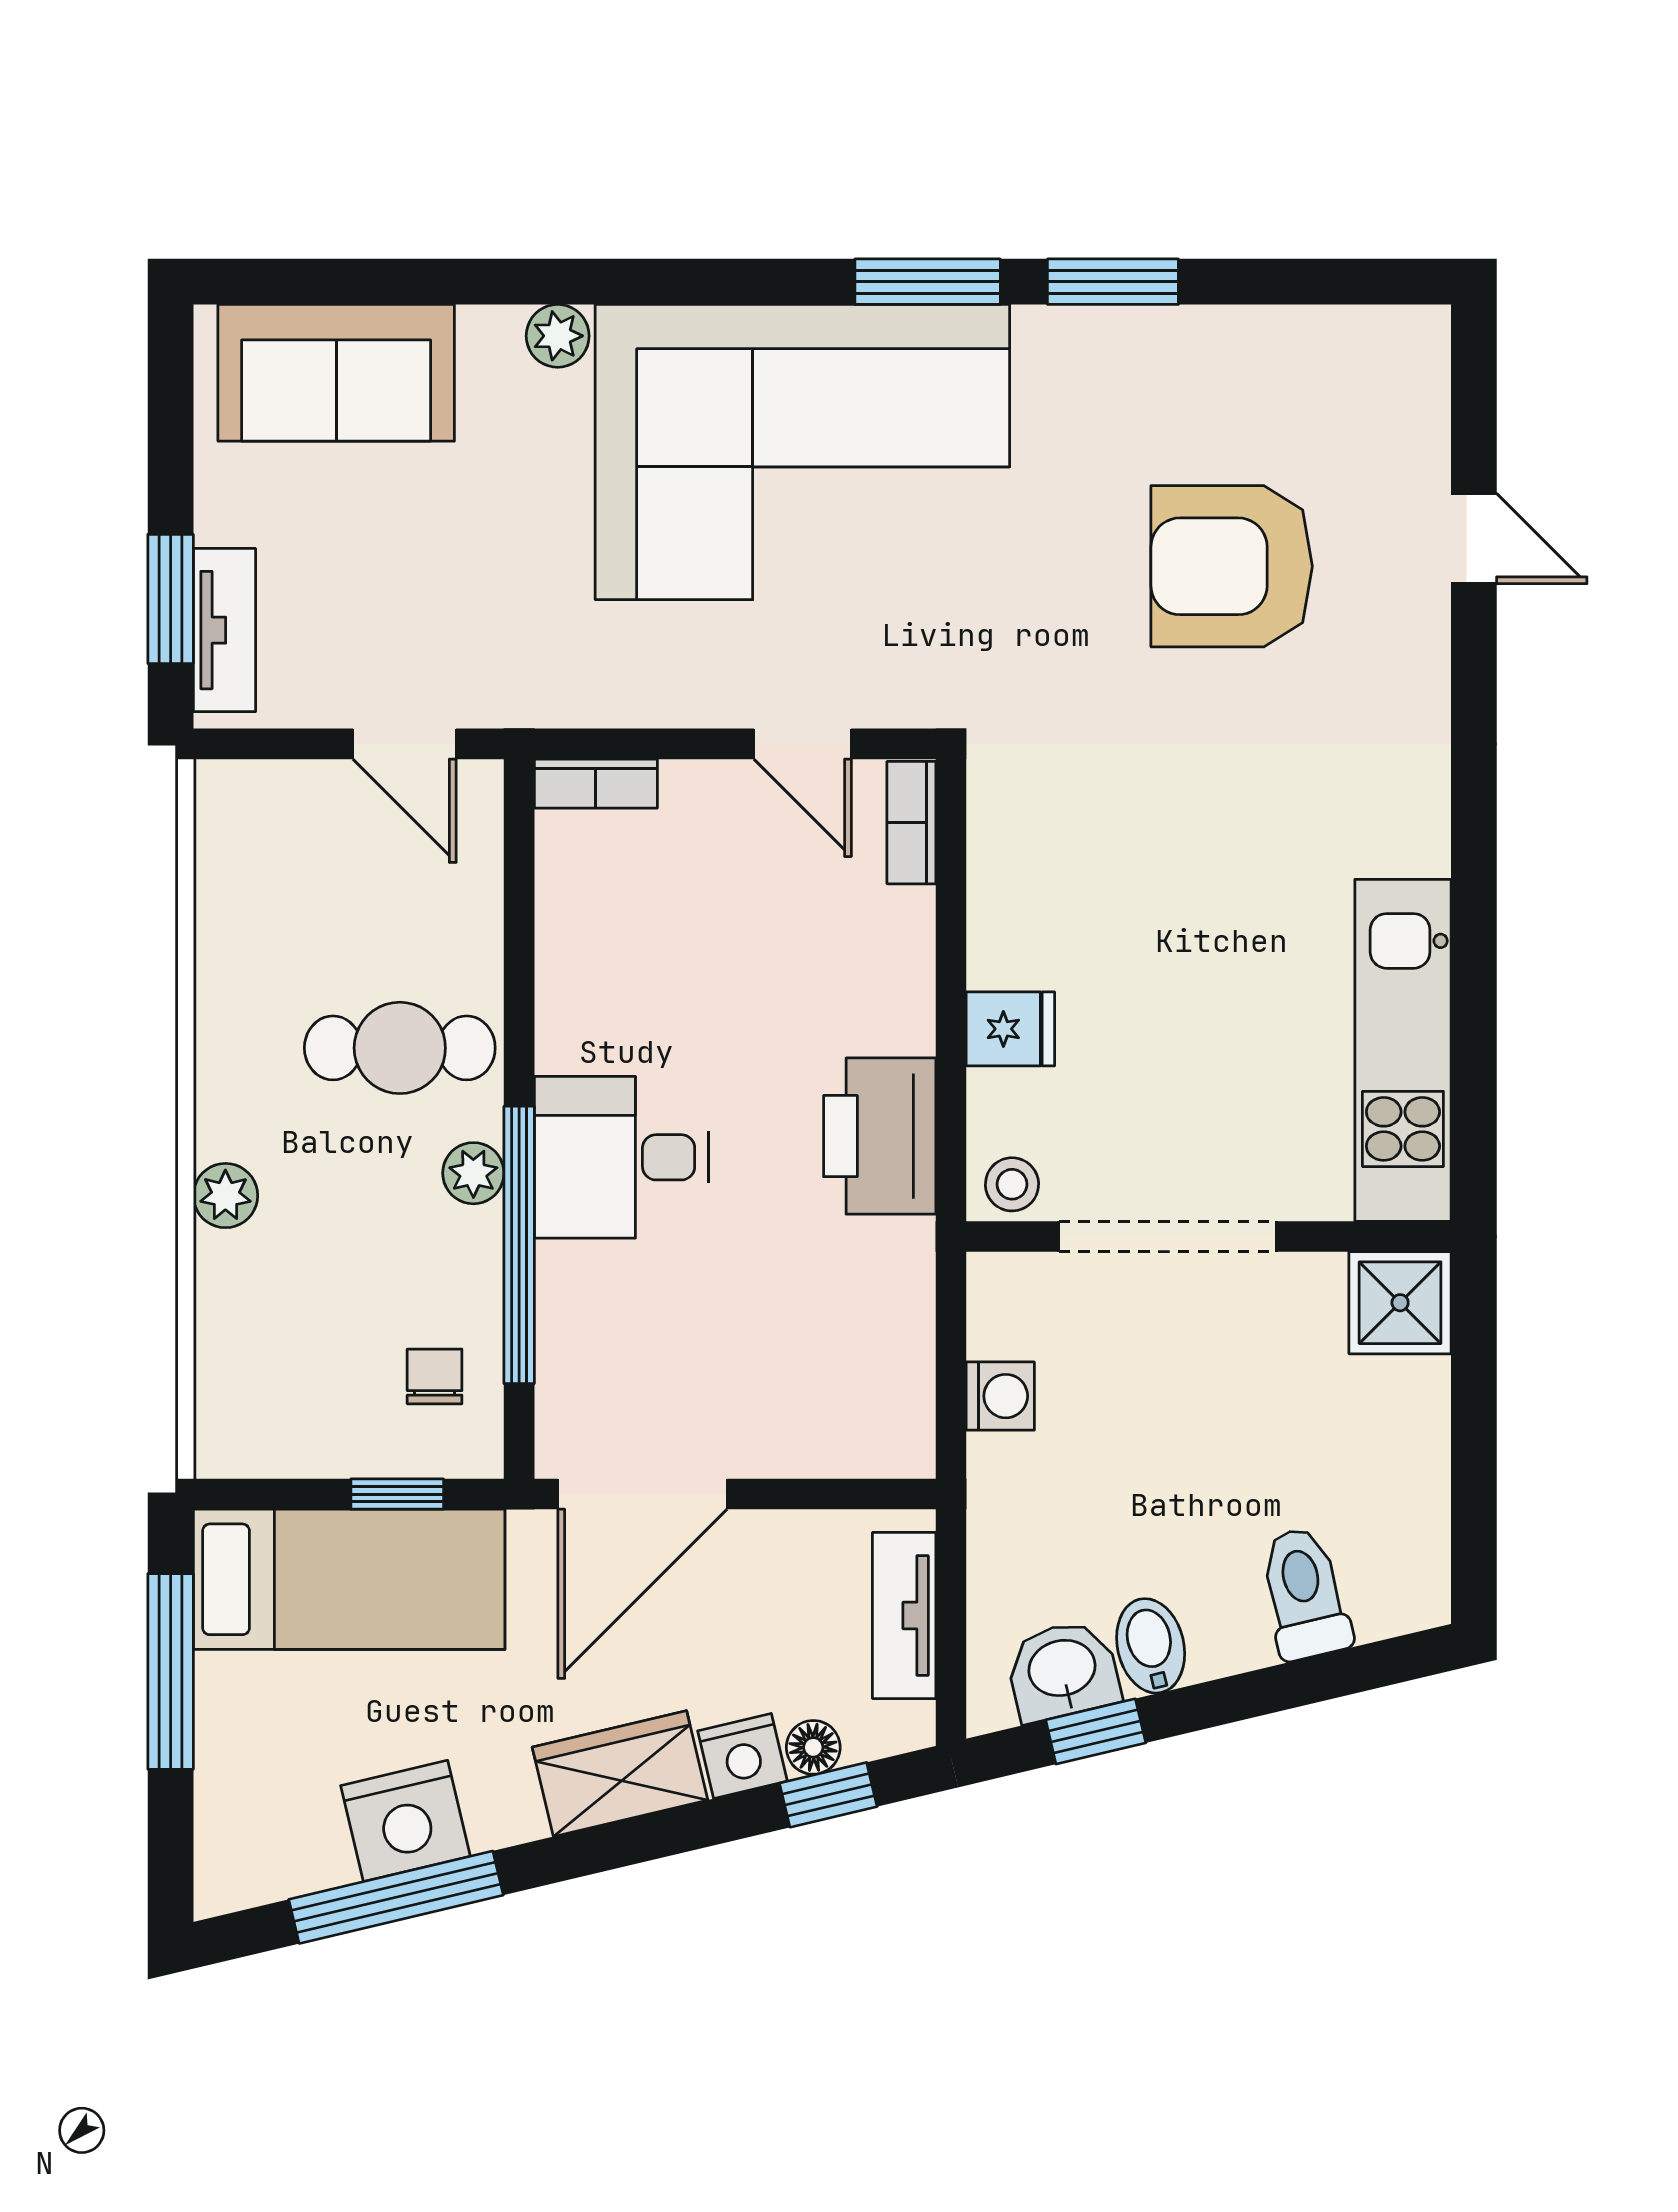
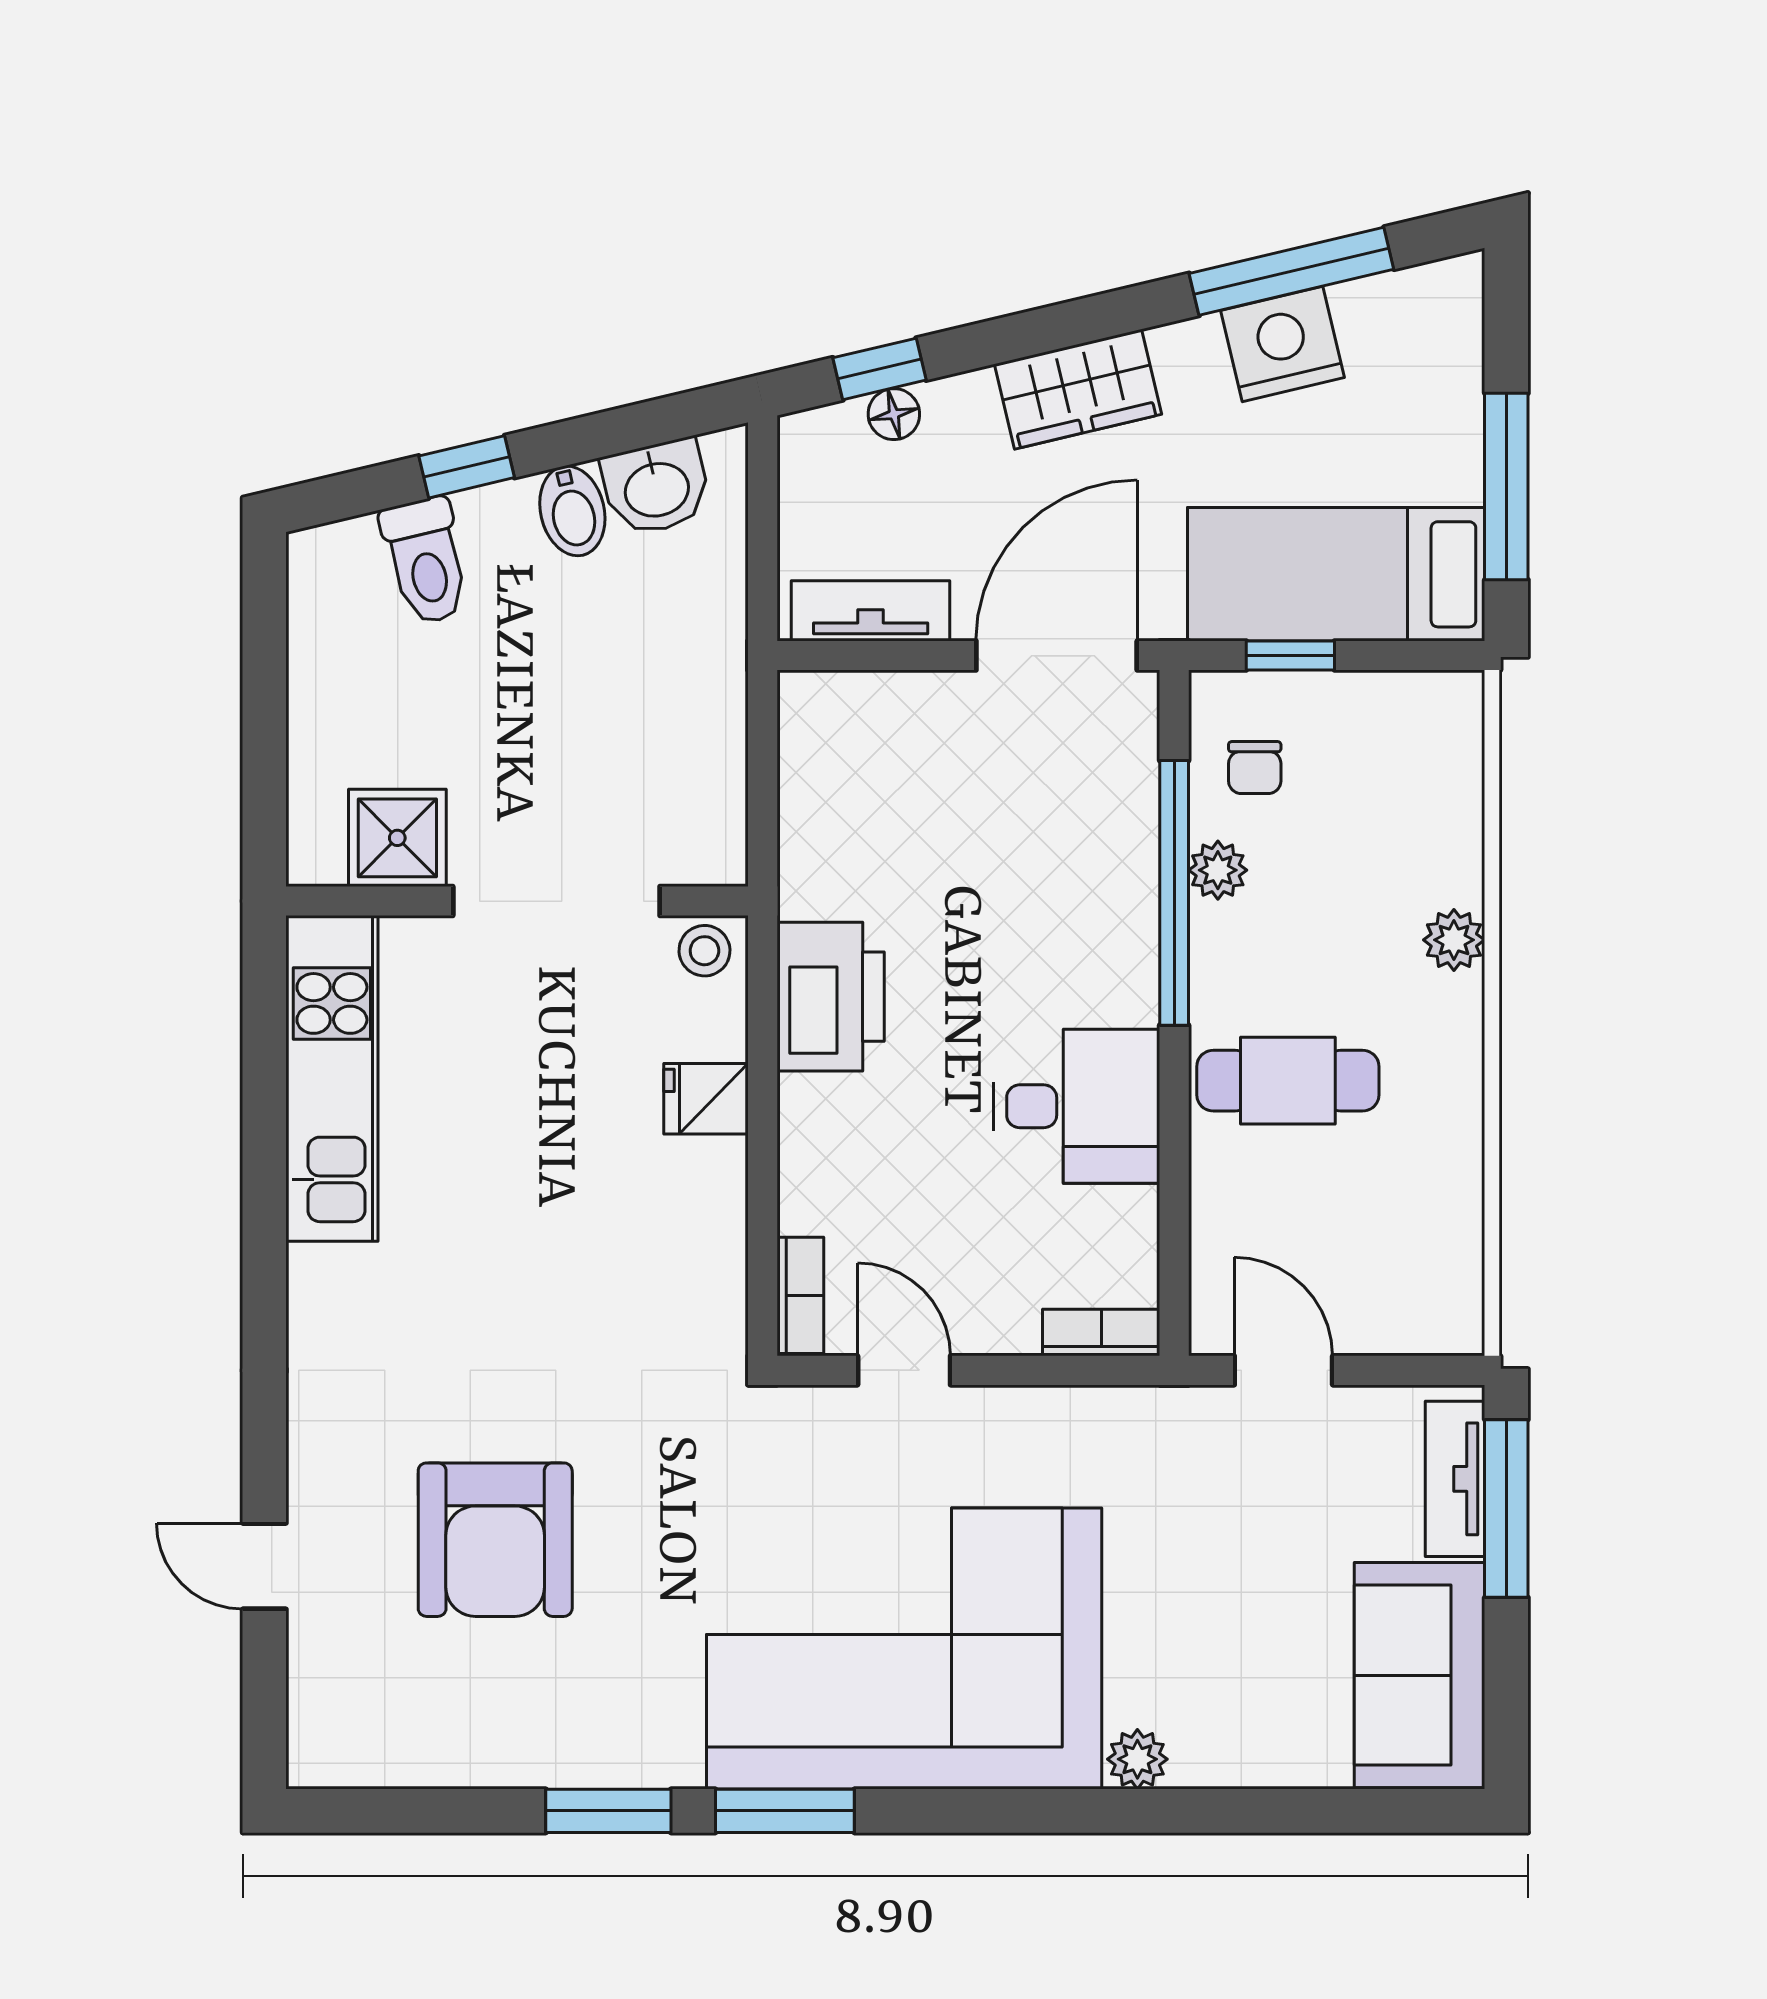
sofa: (336, 373) -> (1419, 1675), moved, turned -90
armchair: (1232, 566) -> (495, 1540), turned 90
window: (171, 599) -> (1506, 1508), width x1.44
desk: (621, 1157) -> (1077, 1106), moved
plant: (473, 1173) -> (1218, 870), moved
shower: (1400, 1303) -> (397, 838), moved
washing machine: (1000, 1396) -> (716, 749), removed
tv unit: (904, 1616) -> (871, 611), moved, turned -90
window: (1096, 1731) -> (467, 467), moved
nightstand: (742, 1756) -> (961, 406), removed

